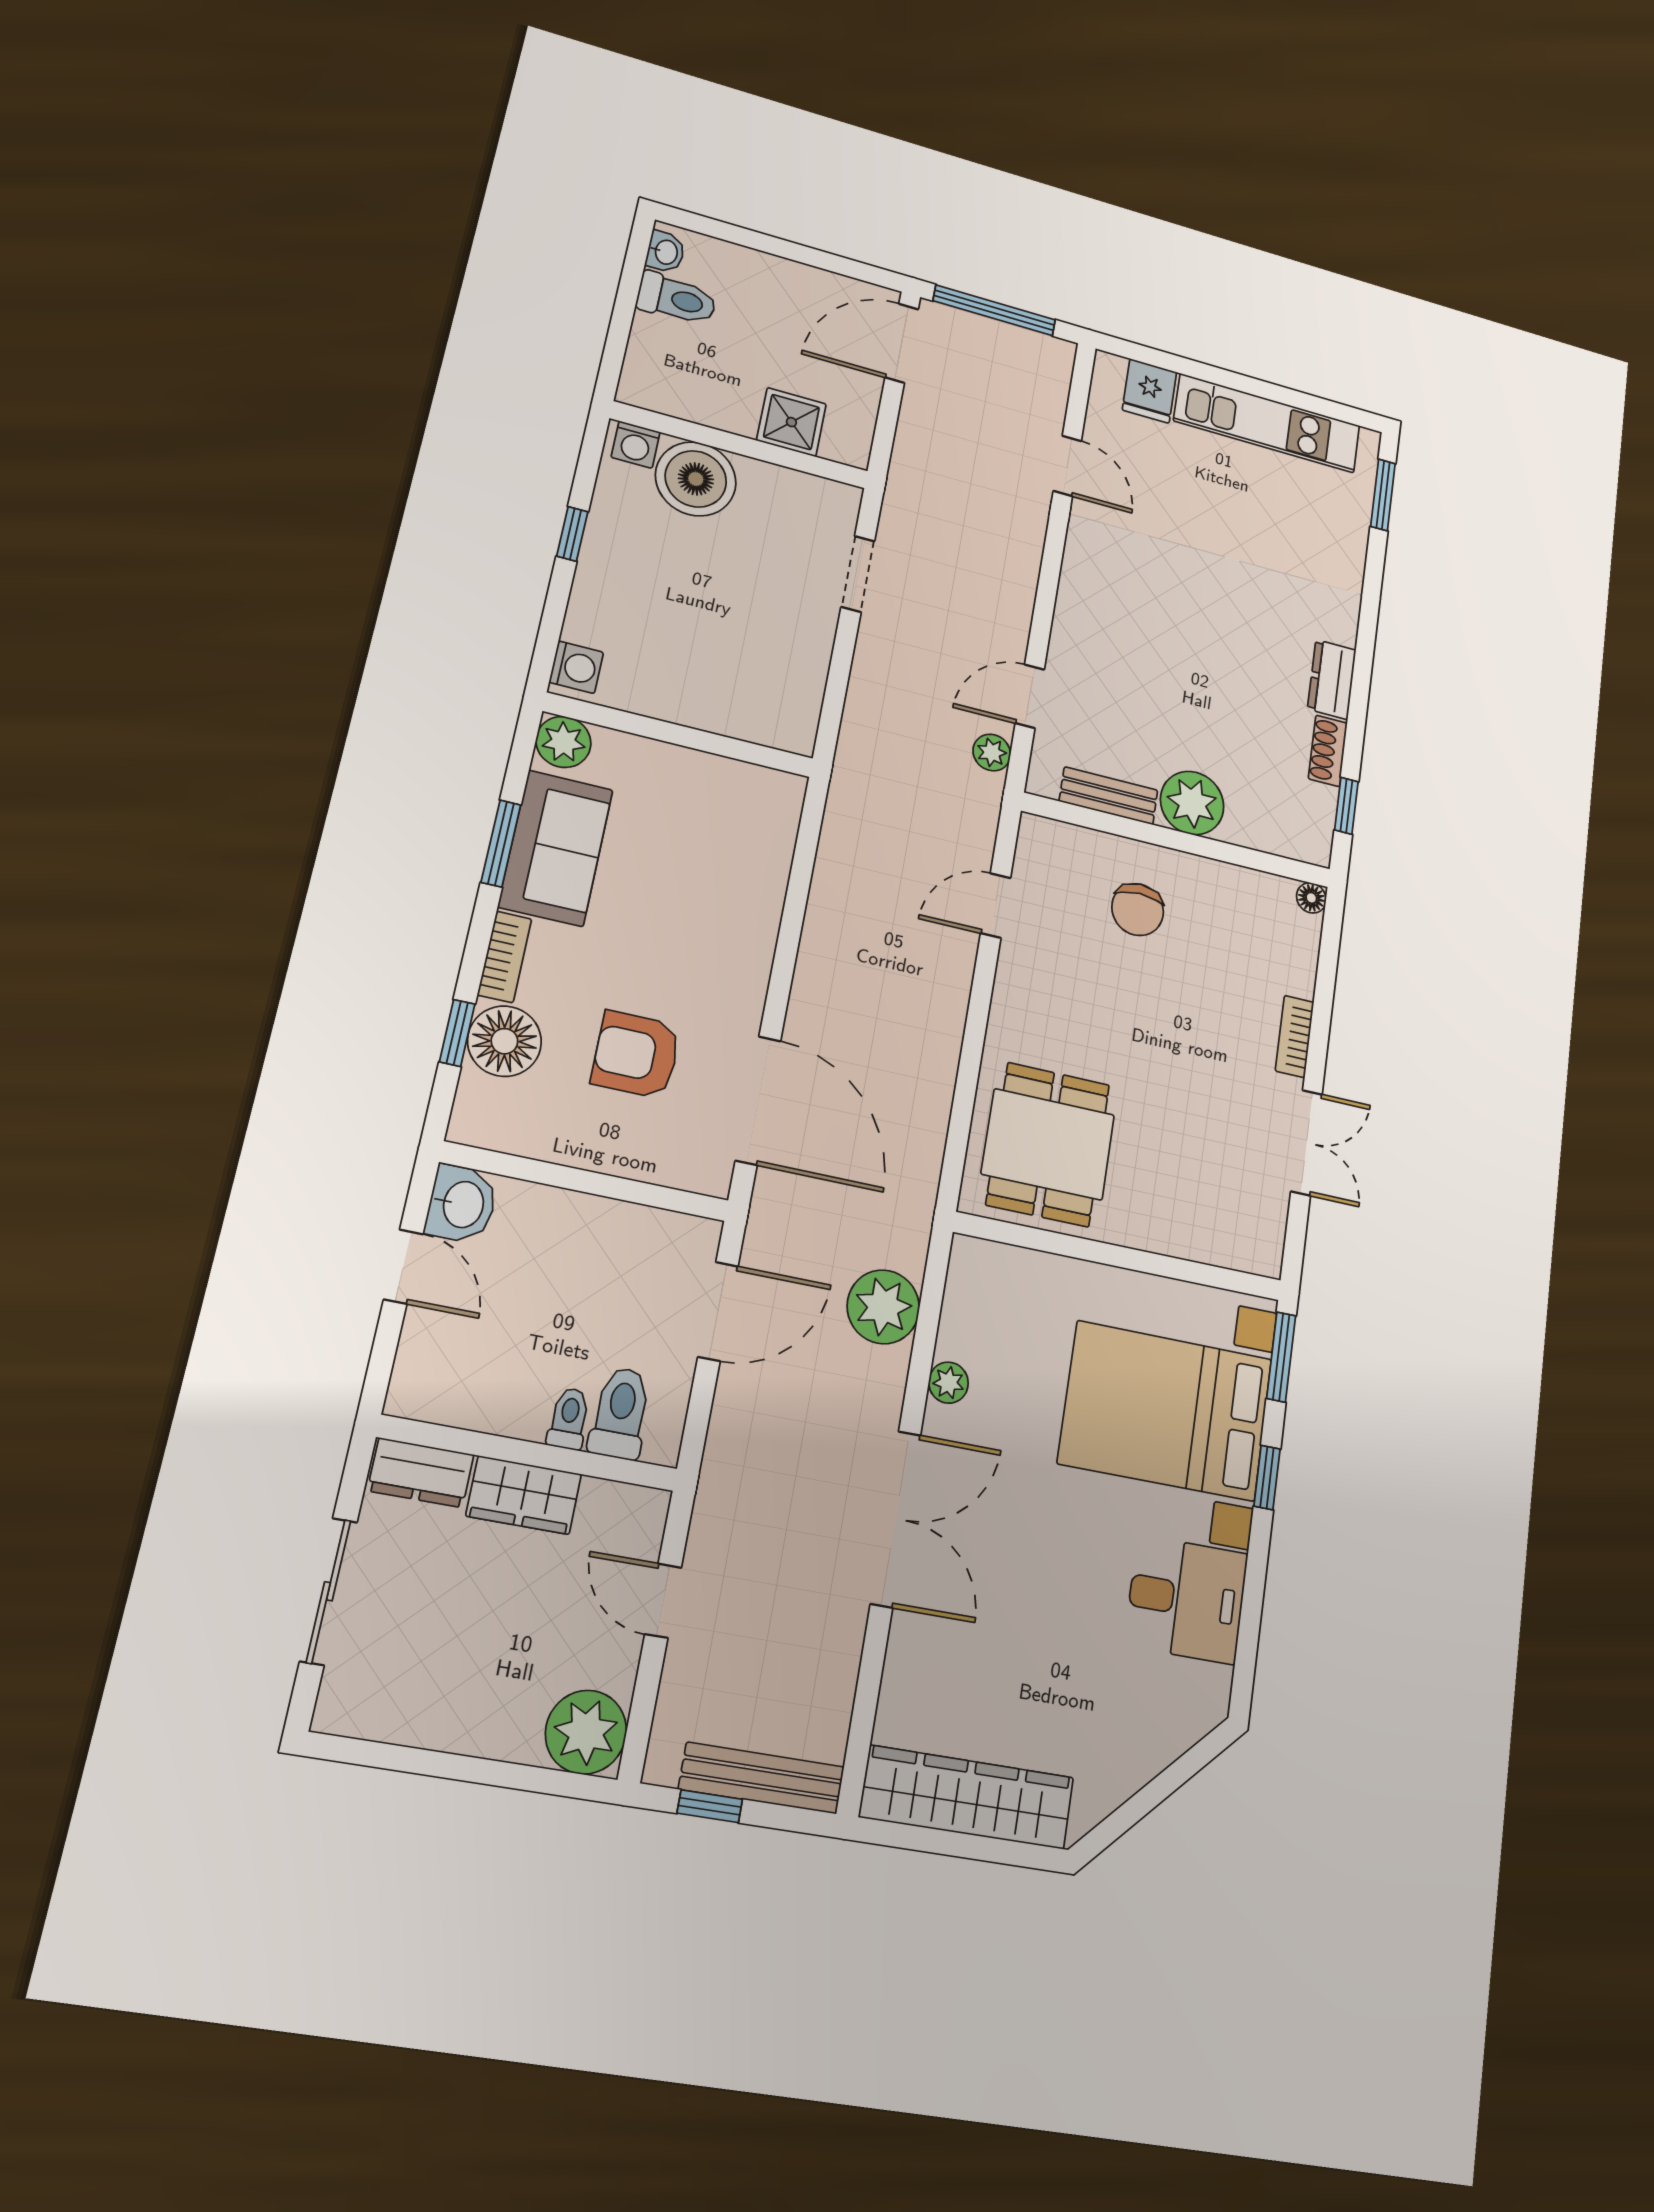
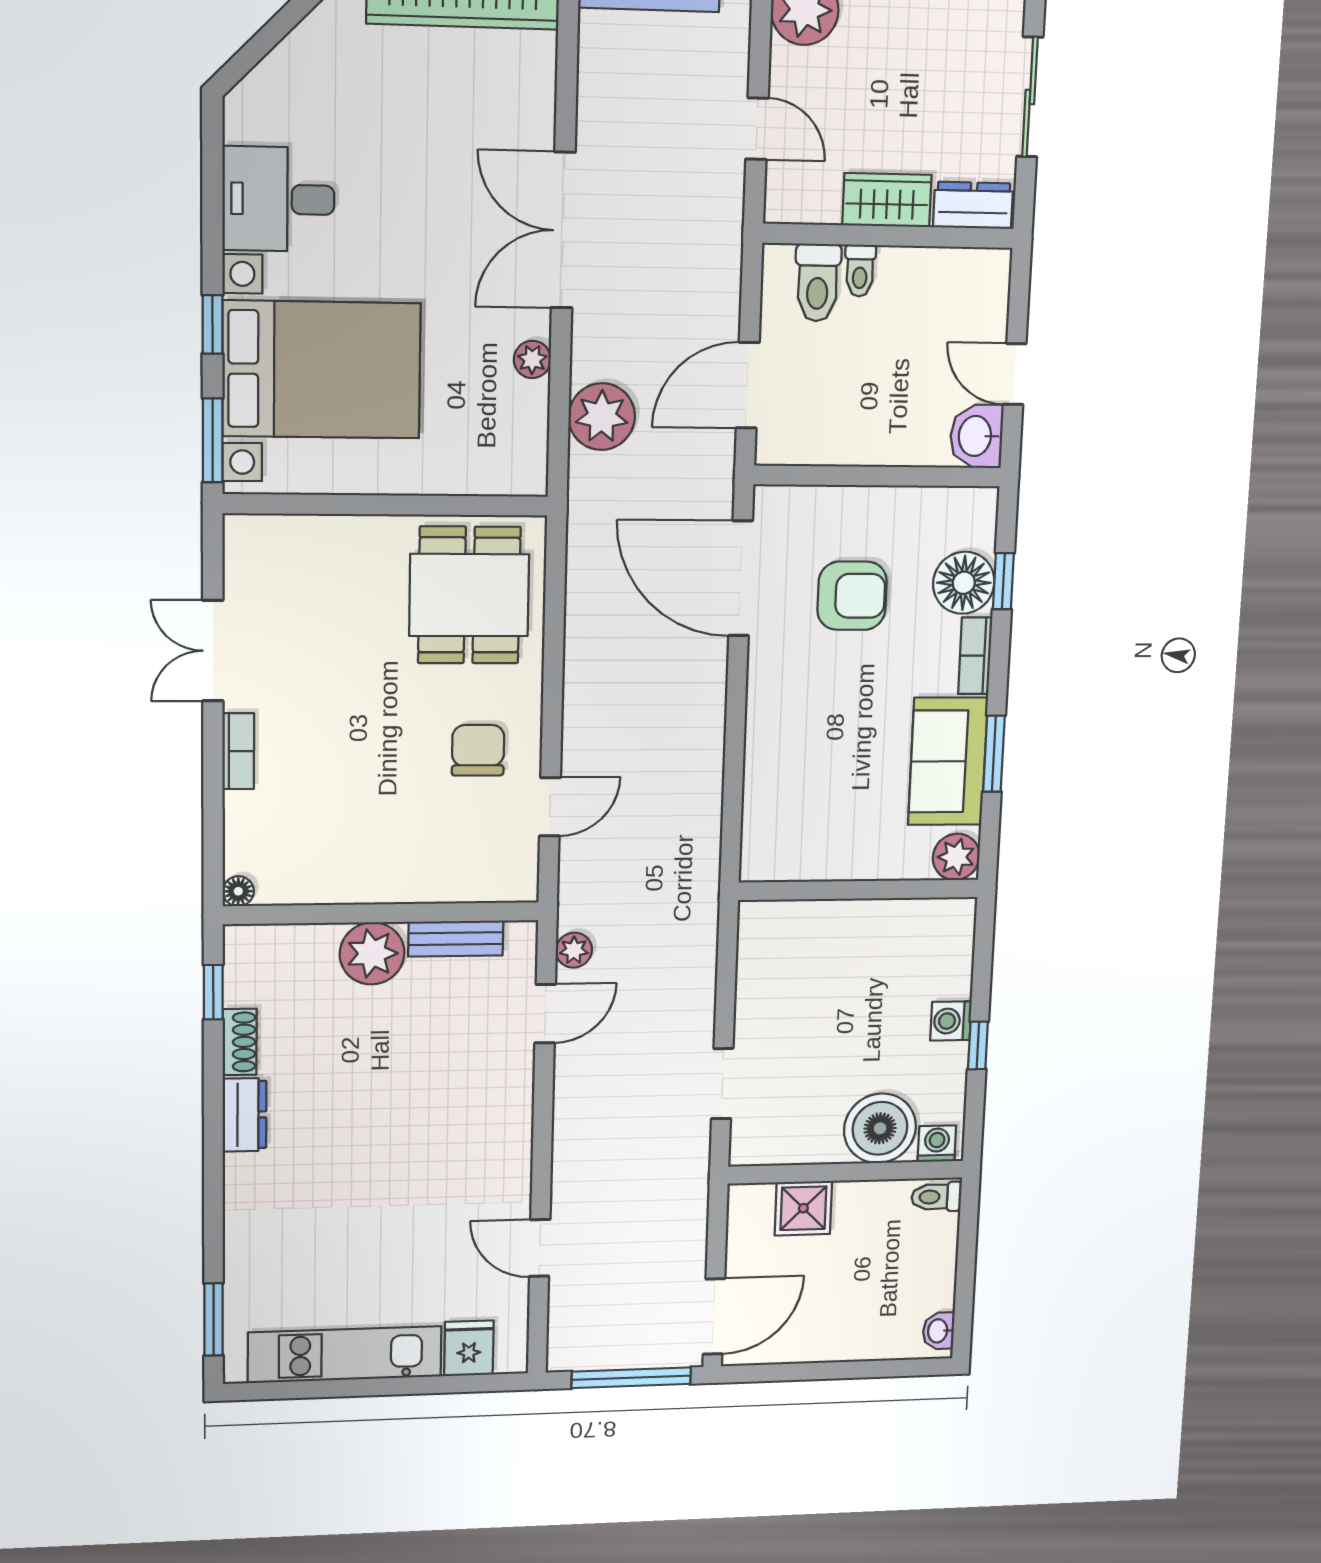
toilet: (677, 299) -> (936, 1197), moved, width x0.73, depth x0.72
washing machine: (576, 667) -> (951, 1021), moved
chair: (1138, 910) -> (478, 750), moved

